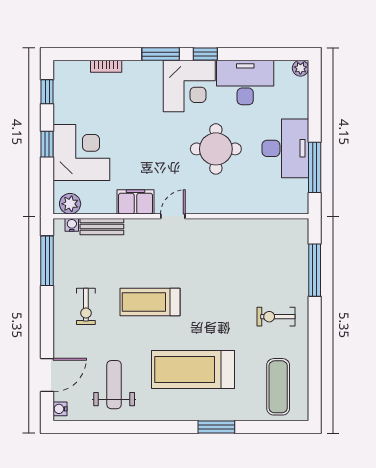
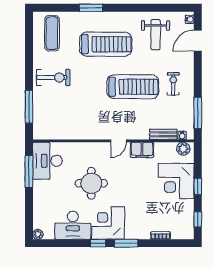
desk: (285, 148) -> (47, 161), moved
treadmill: (150, 302) -> (133, 87), width x1.37, depth x1.37
exercise bike: (276, 317) -> (53, 77), width x1.38, depth x1.39

